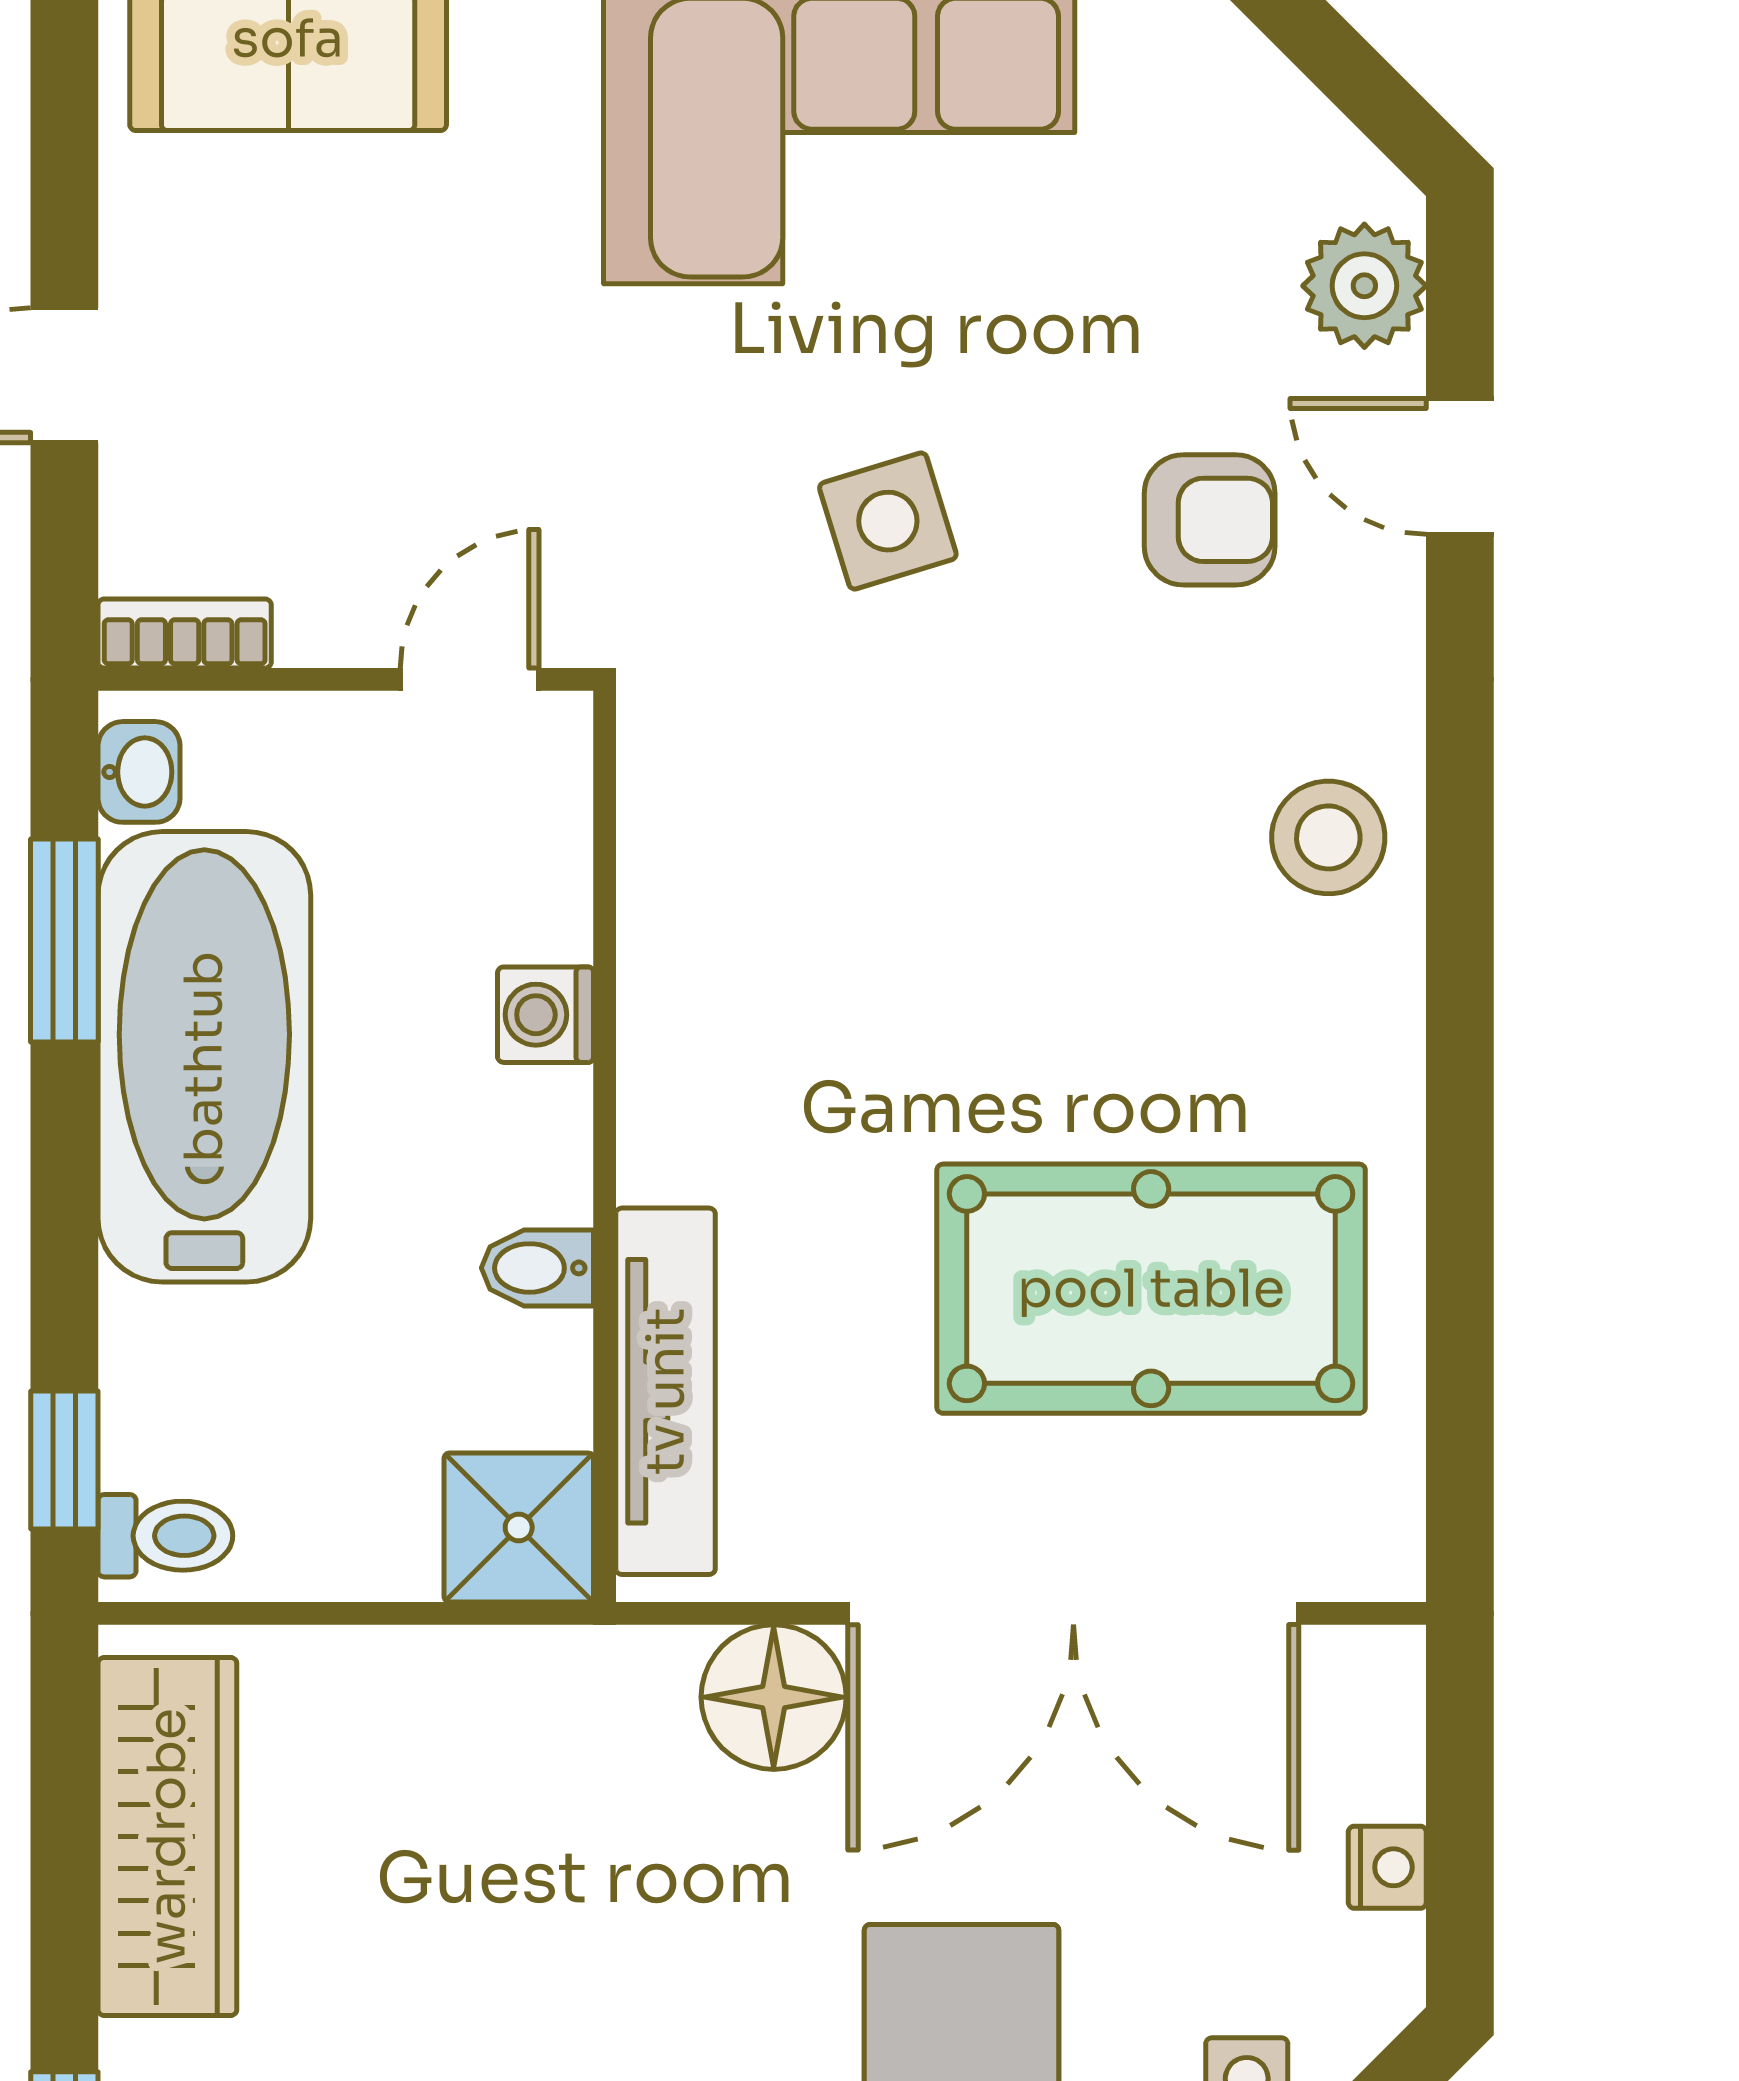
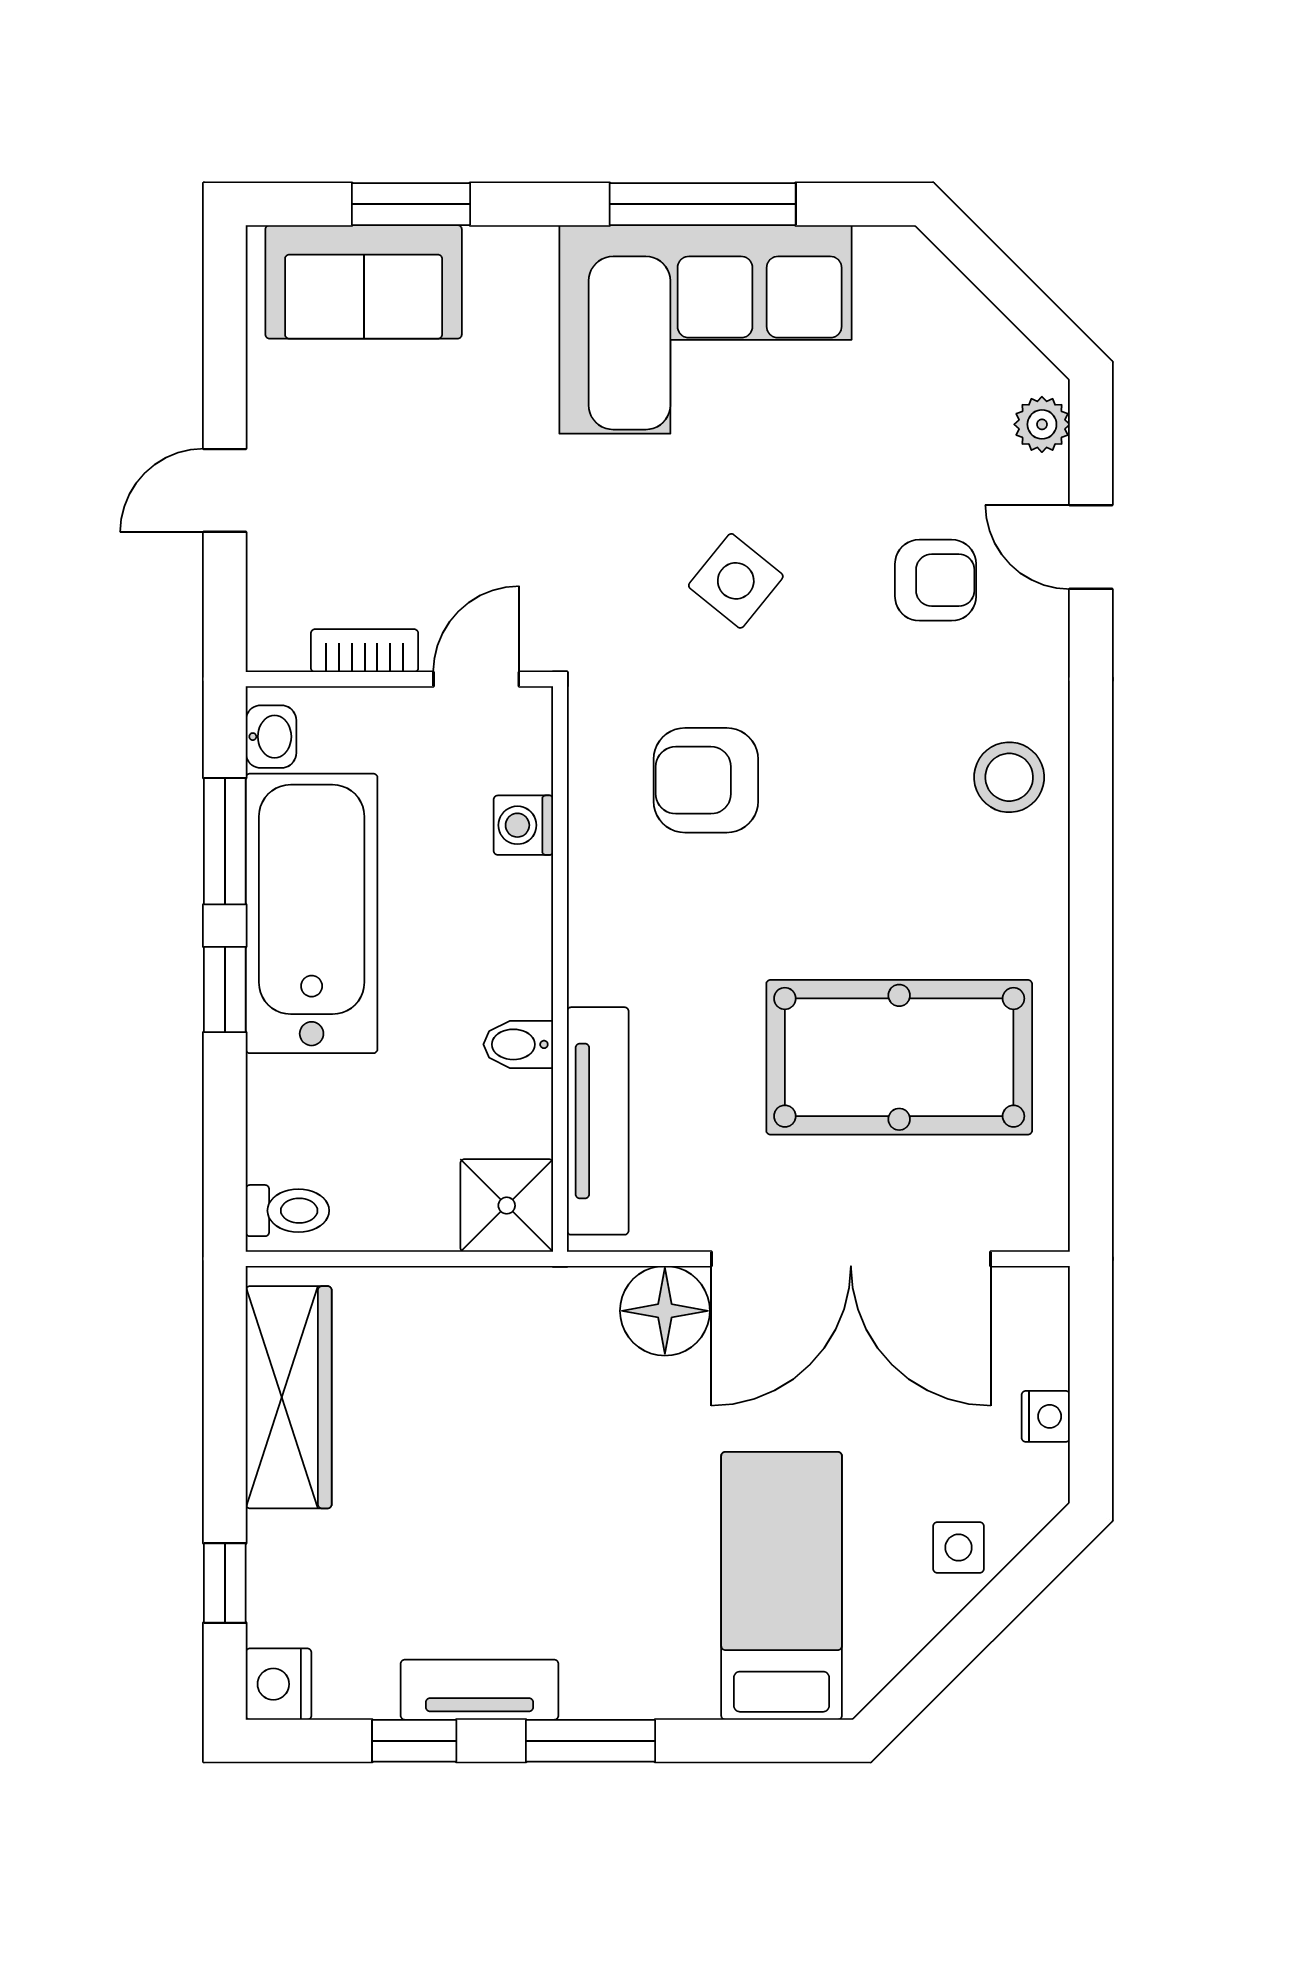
plant: (1364, 286) -> (1042, 424), width x0.73, depth x0.73
side table: (888, 521) -> (736, 581), turned -34
bookcase: (185, 633) -> (365, 651), moved
armchair: (840, 842) -> (706, 780), added
washing machine: (546, 1015) -> (523, 825), moved
window: (64, 1460) -> (225, 990), moved

